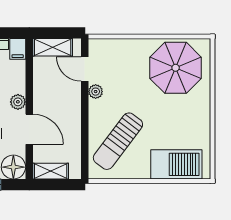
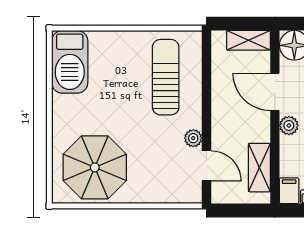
shelving: (53, 47) -> (259, 168), moved, turned 90
sun lounger: (118, 141) -> (166, 77), turned -37
barbecue: (176, 164) -> (70, 62), moved, turned -90

